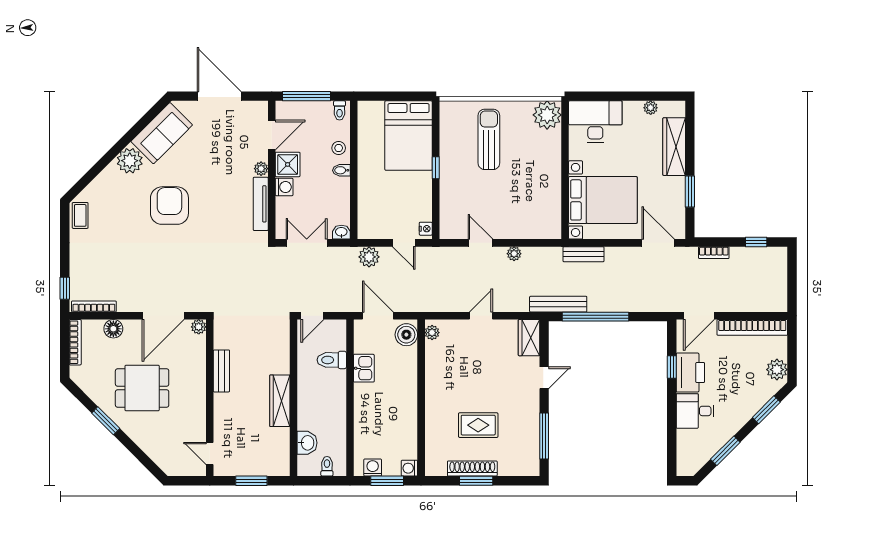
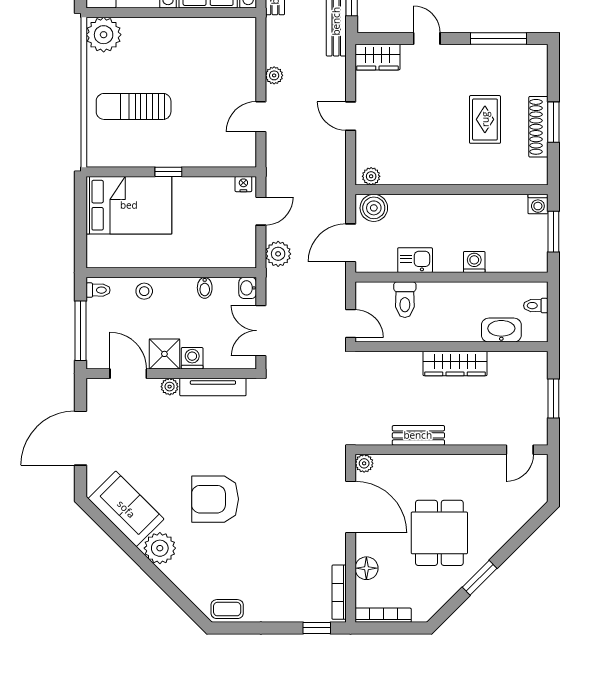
bidet: (341, 170) -> (205, 288), moved
washbasin: (307, 443) -> (501, 330), width x1.38
washing machine: (373, 467) -> (474, 262), moved, turned 90

